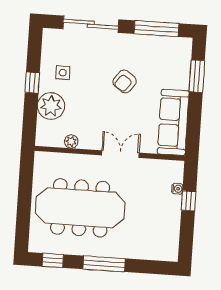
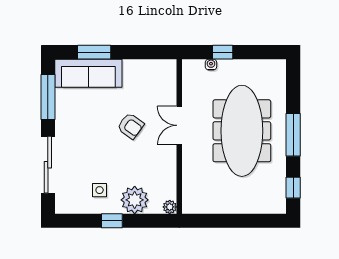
armchair: (125, 81) -> (131, 126), moved
sofa: (173, 122) -> (88, 73), moved
plant: (71, 142) -> (170, 207), moved
meeting table: (80, 208) -> (242, 131), moved

